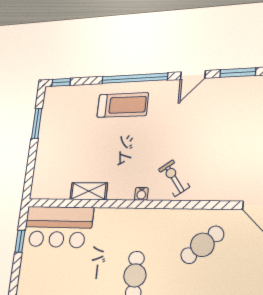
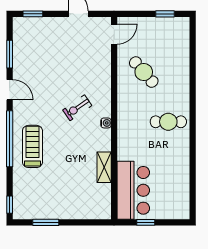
exercise bike: (174, 178) -> (77, 108), moved

